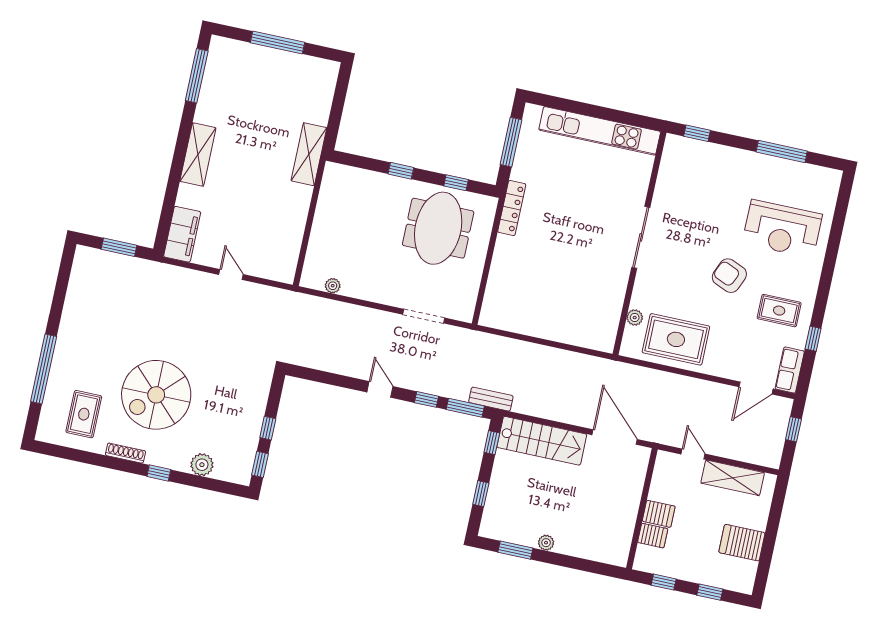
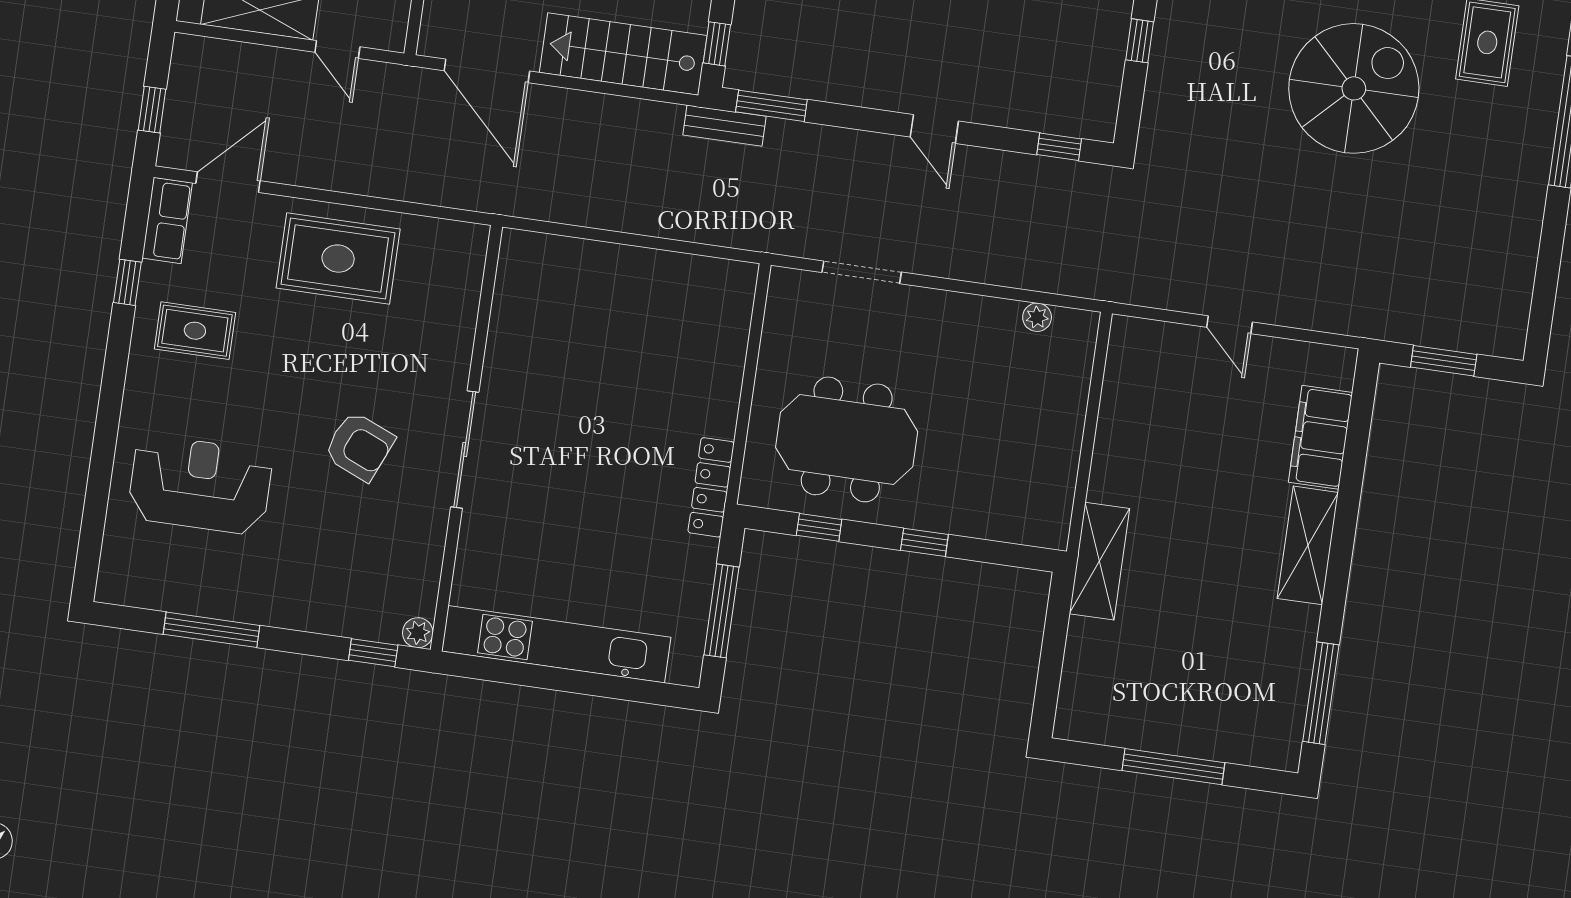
meeting table: (438, 228) -> (847, 439), turned 90
filing cabinet: (182, 234) -> (1320, 437), moved
armchair: (729, 276) -> (359, 446), moved
plant: (635, 317) -> (418, 633), moved
rug: (676, 339) -> (338, 259), moved
window: (427, 399) -> (1059, 147), moved

